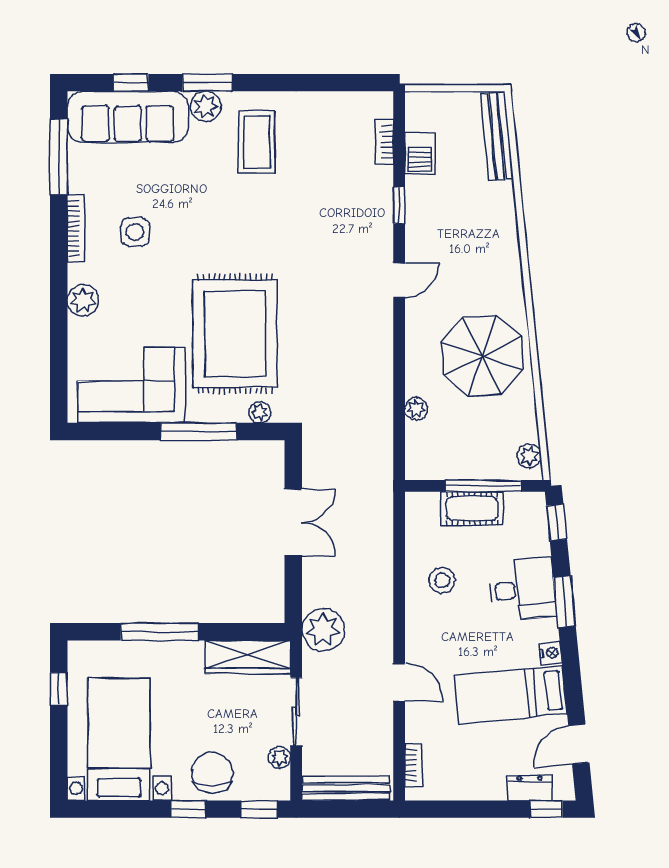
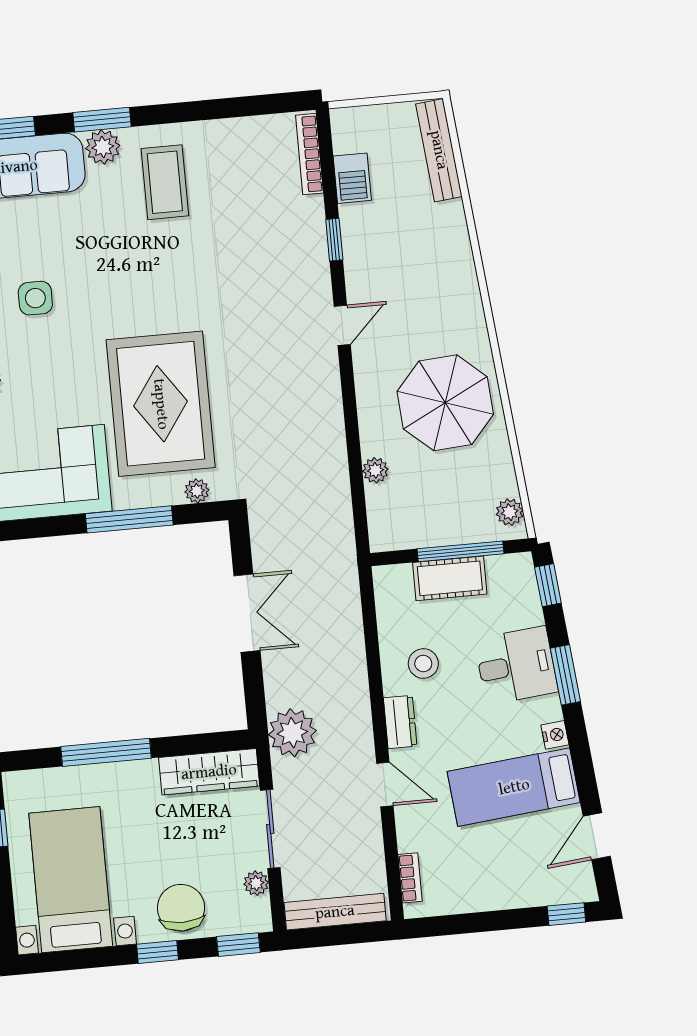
bookcase: (384, 142) -> (309, 154), width x1.56
dresser: (530, 788) -> (400, 722), moved, turned 90

